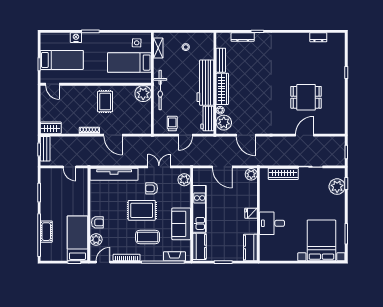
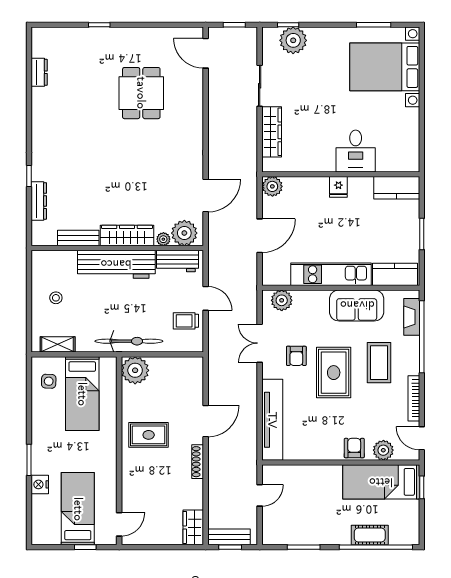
door: (304, 135) -> (206, 53), moved

